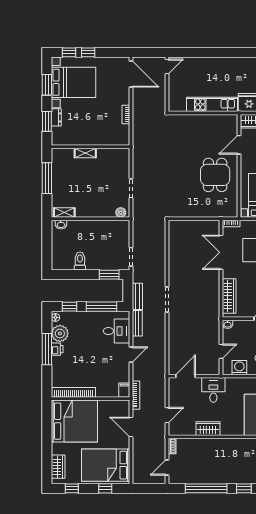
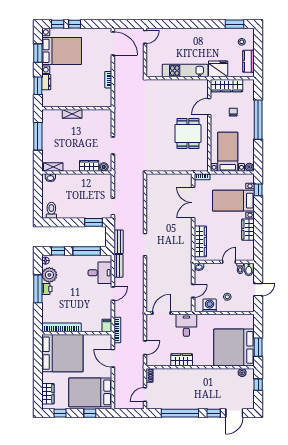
wardrobe: (104, 211) -> (89, 166), added
toilet: (80, 261) -> (51, 210), moved

